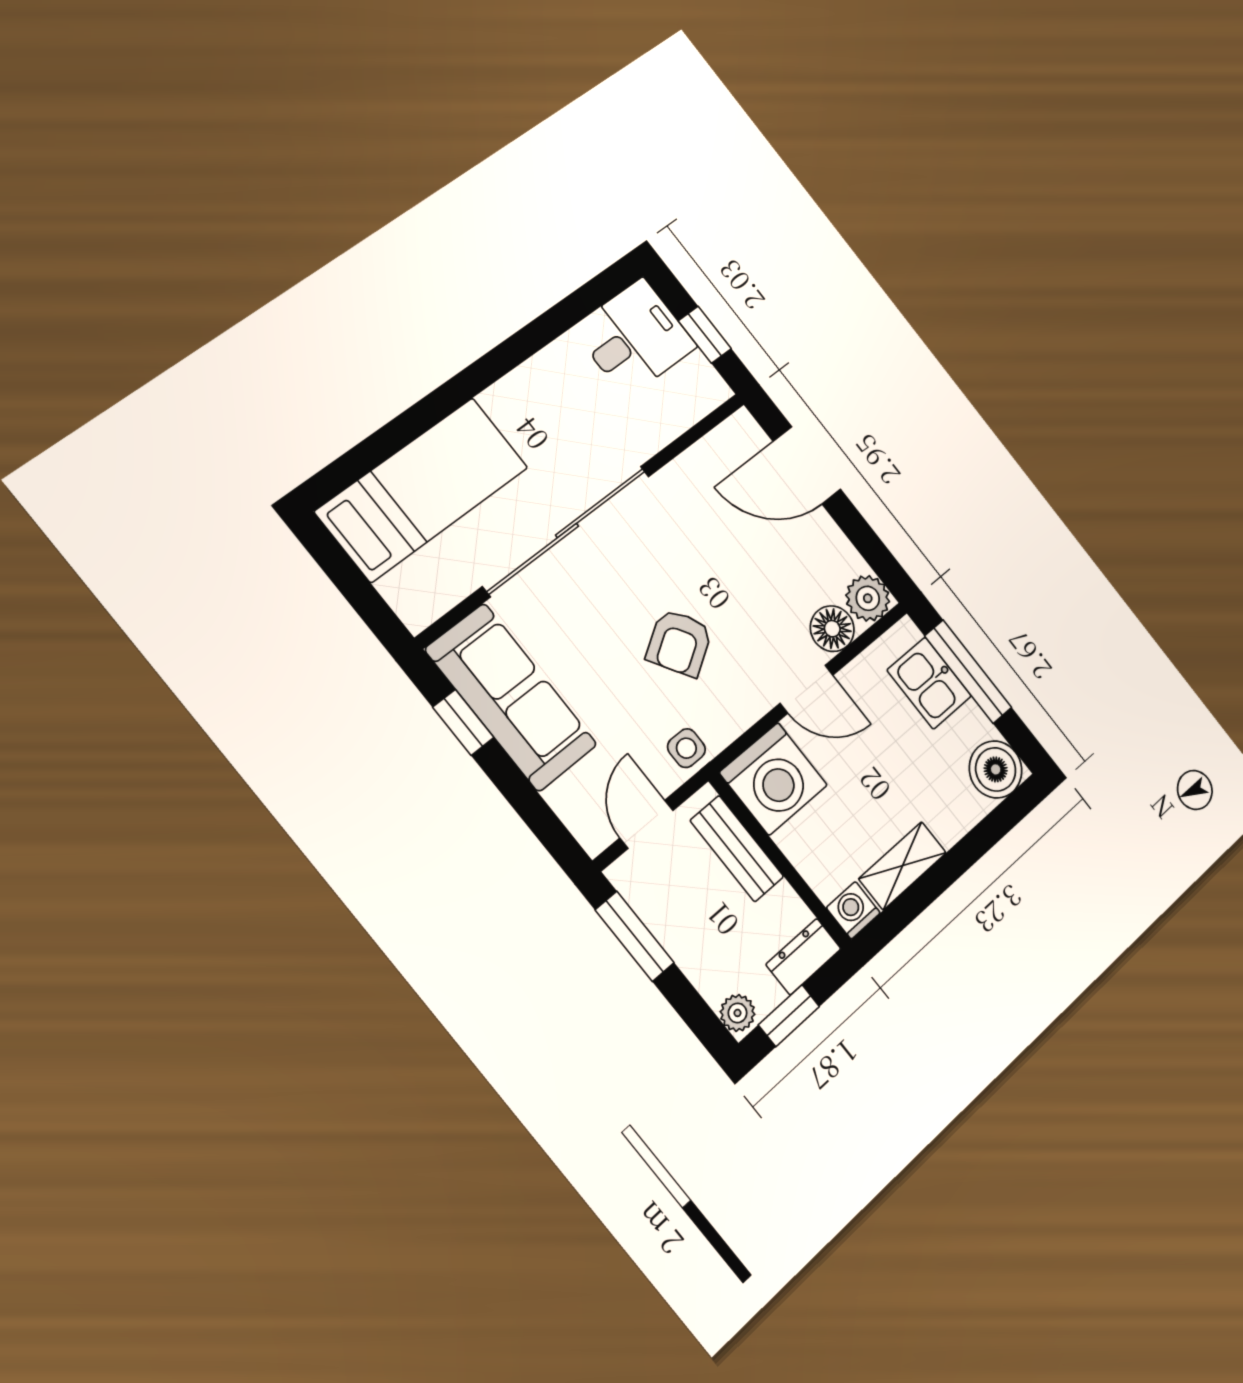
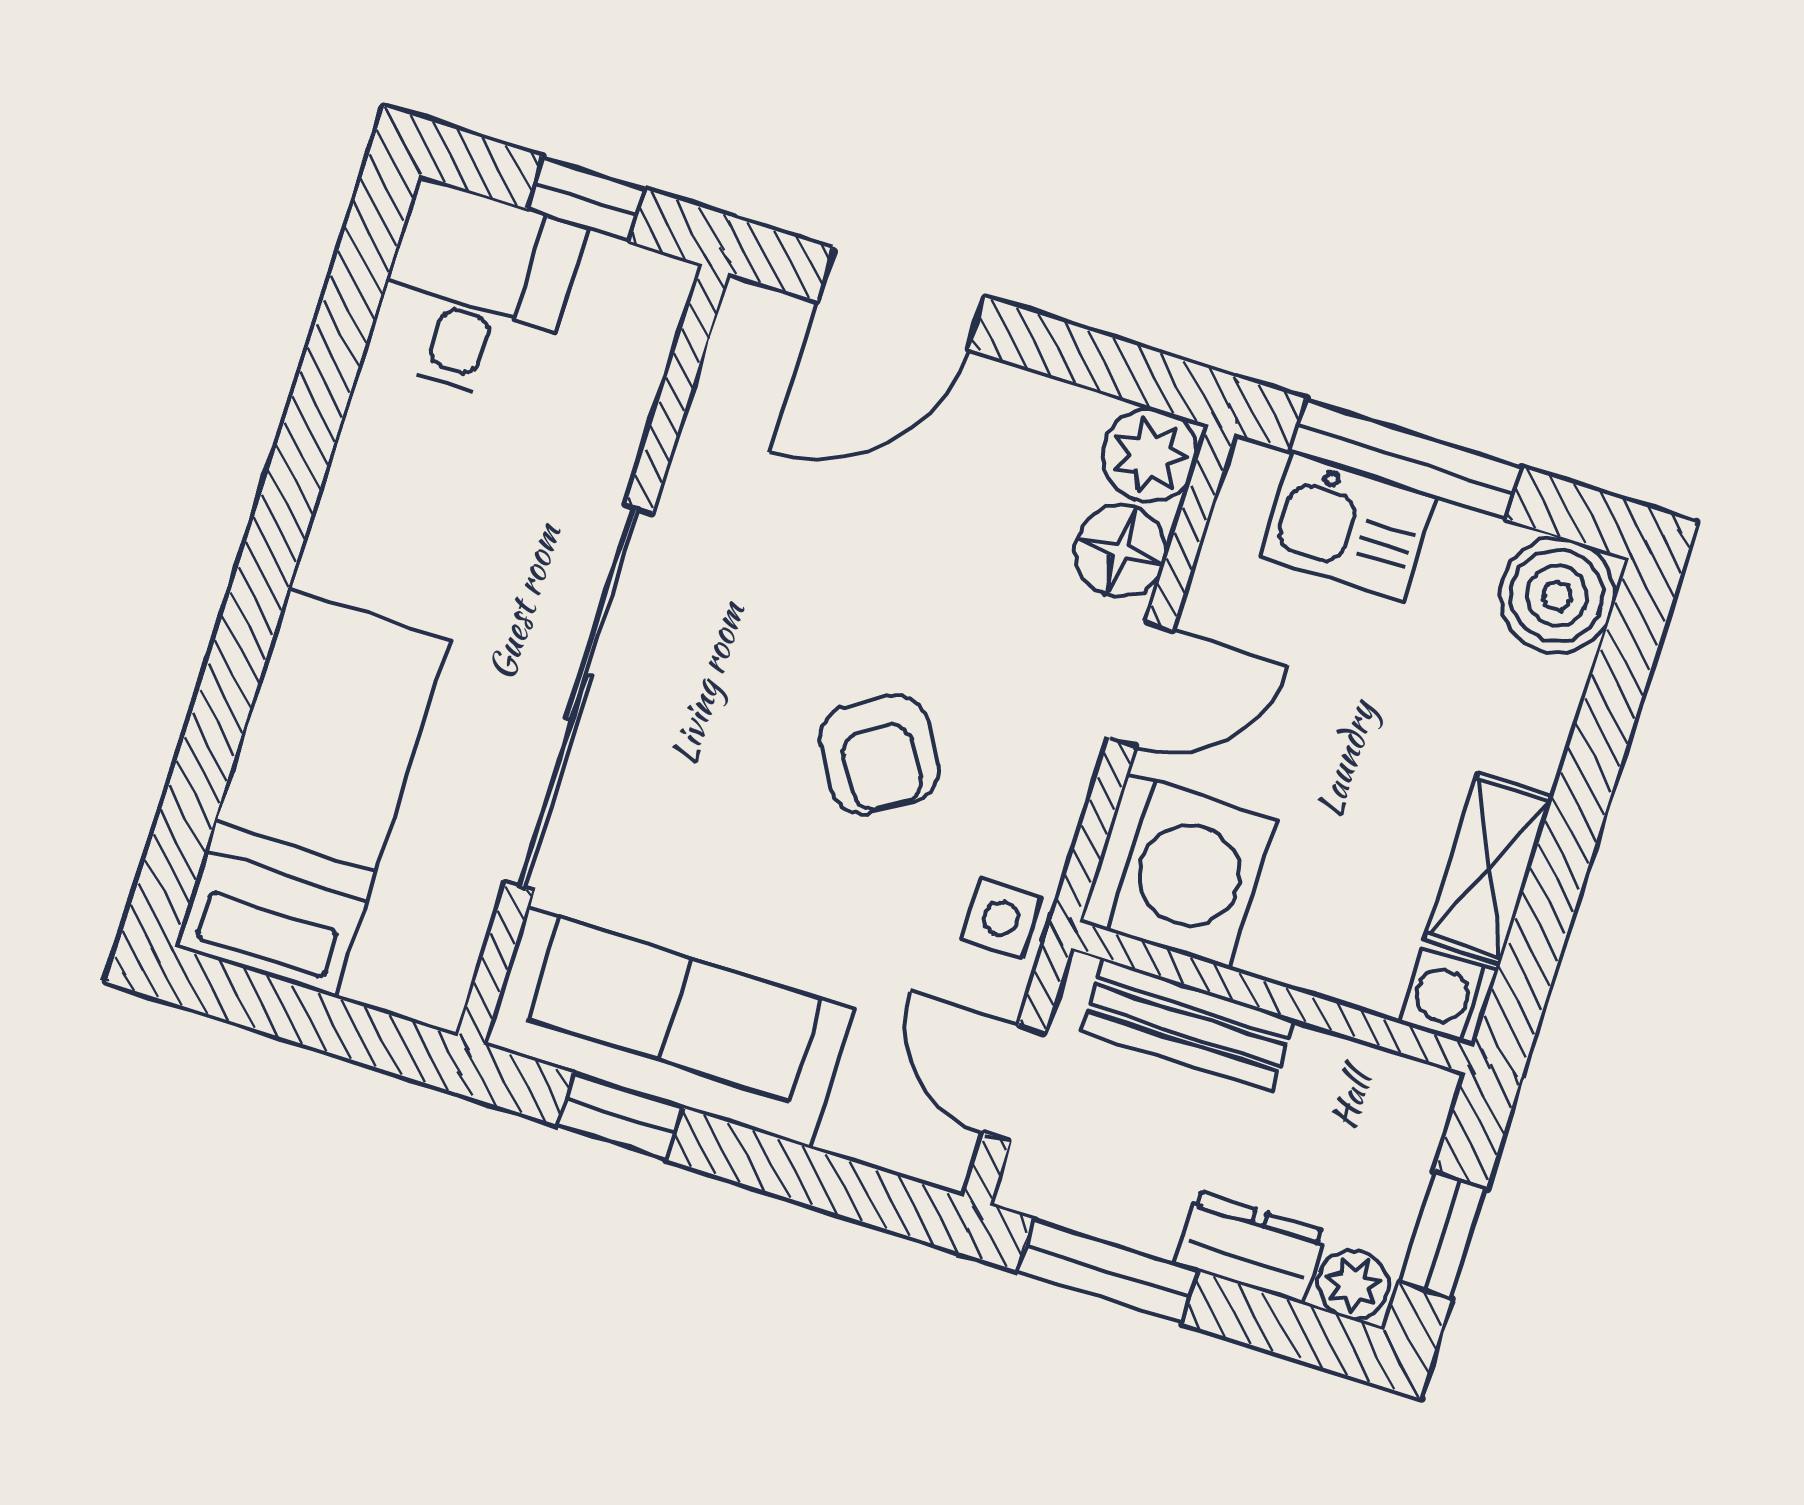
dresser: (803, 957) -> (1250, 1248), moved, turned 90

